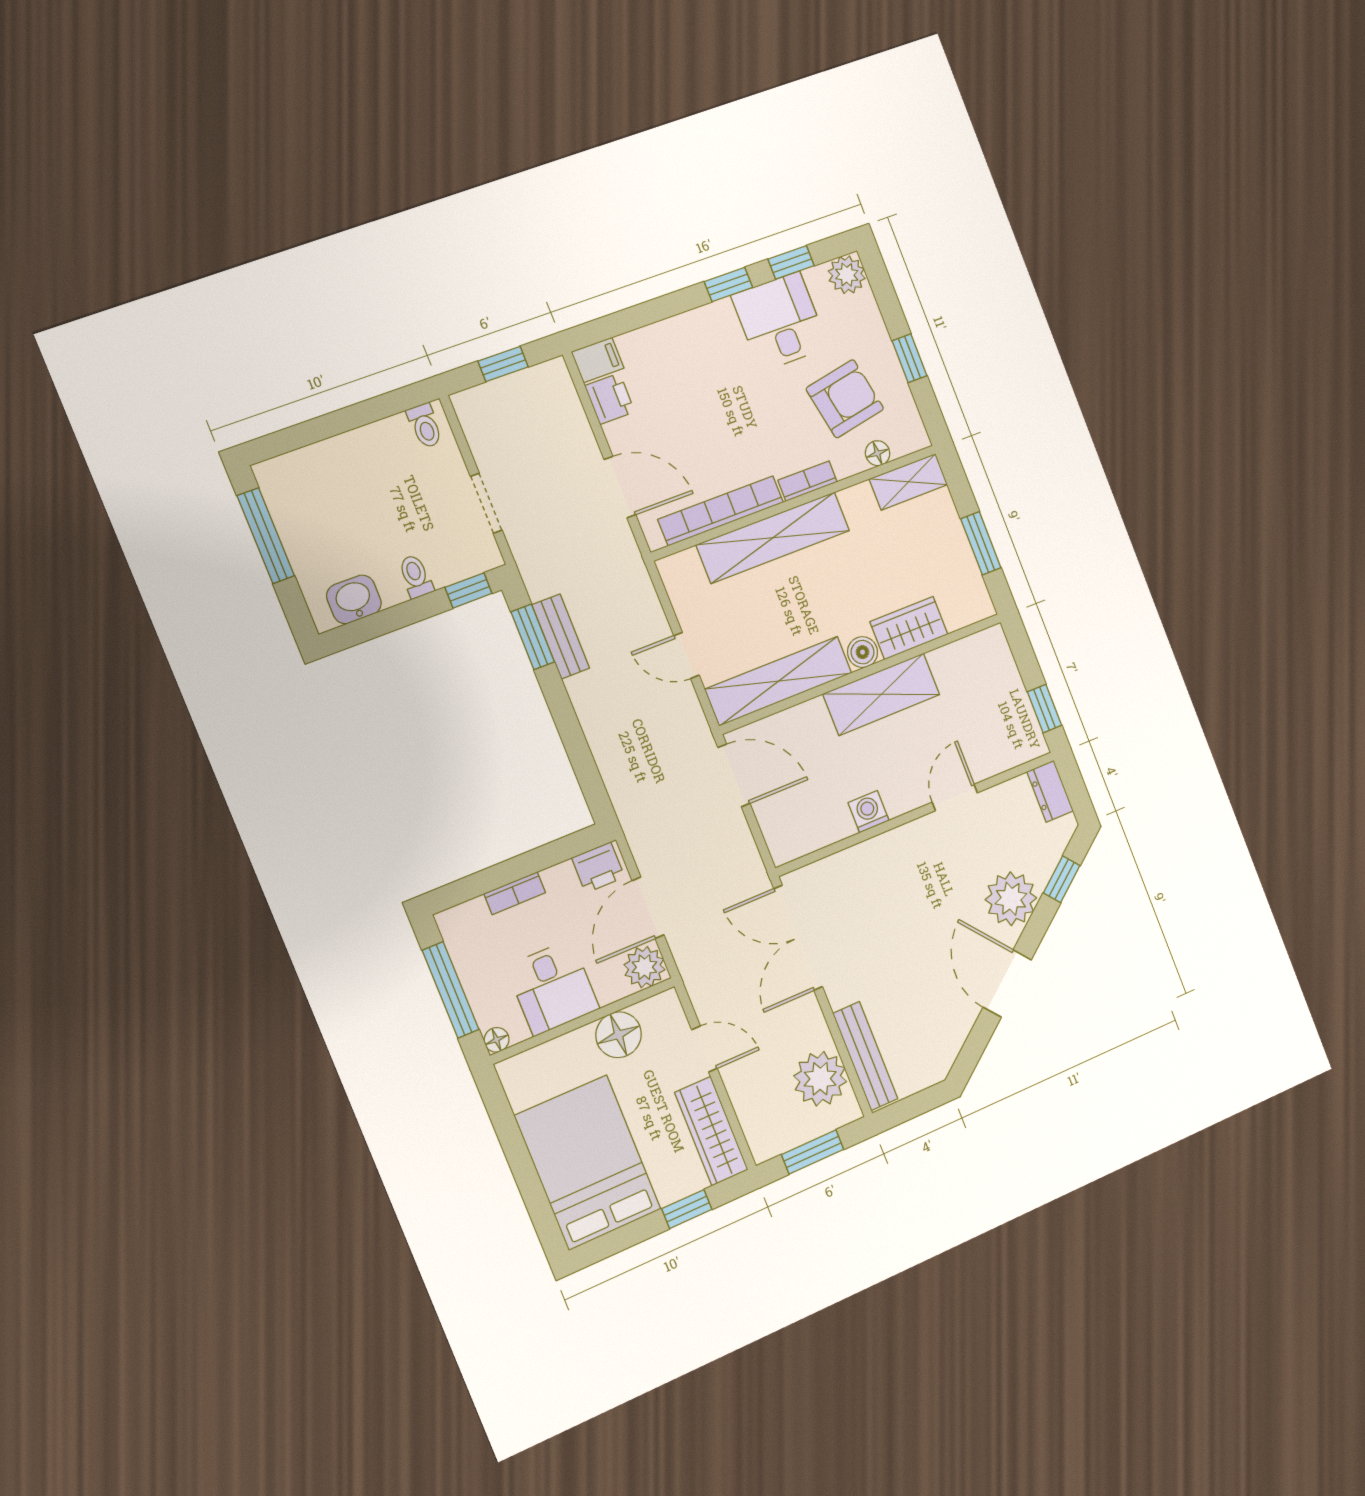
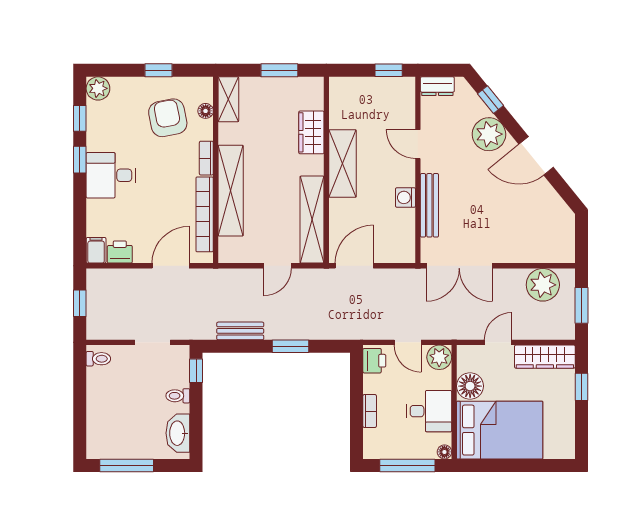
desk: (780, 322) -> (111, 175), moved
washbasin: (354, 599) -> (178, 433), width x1.38
window: (533, 637) -> (291, 346), moved
boiler: (863, 652) -> (314, 165), removed
door: (648, 908) -> (408, 342), width x0.73
bench: (865, 1056) -> (429, 205), moved, turned 90
bed: (588, 1163) -> (500, 430), moved, turned 180

